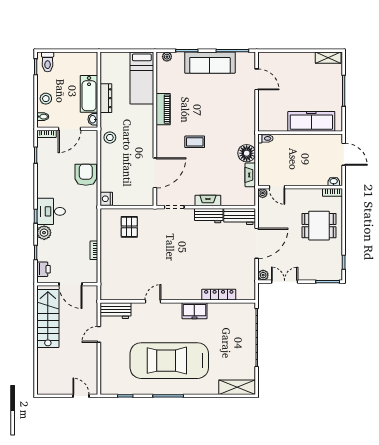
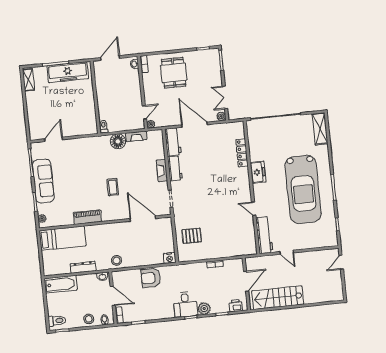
bathtub: (89, 94) -> (61, 284), moved
freezer: (311, 121) -> (68, 72), moved, turned -90
workbench: (116, 311) -> (264, 235), width x1.37

